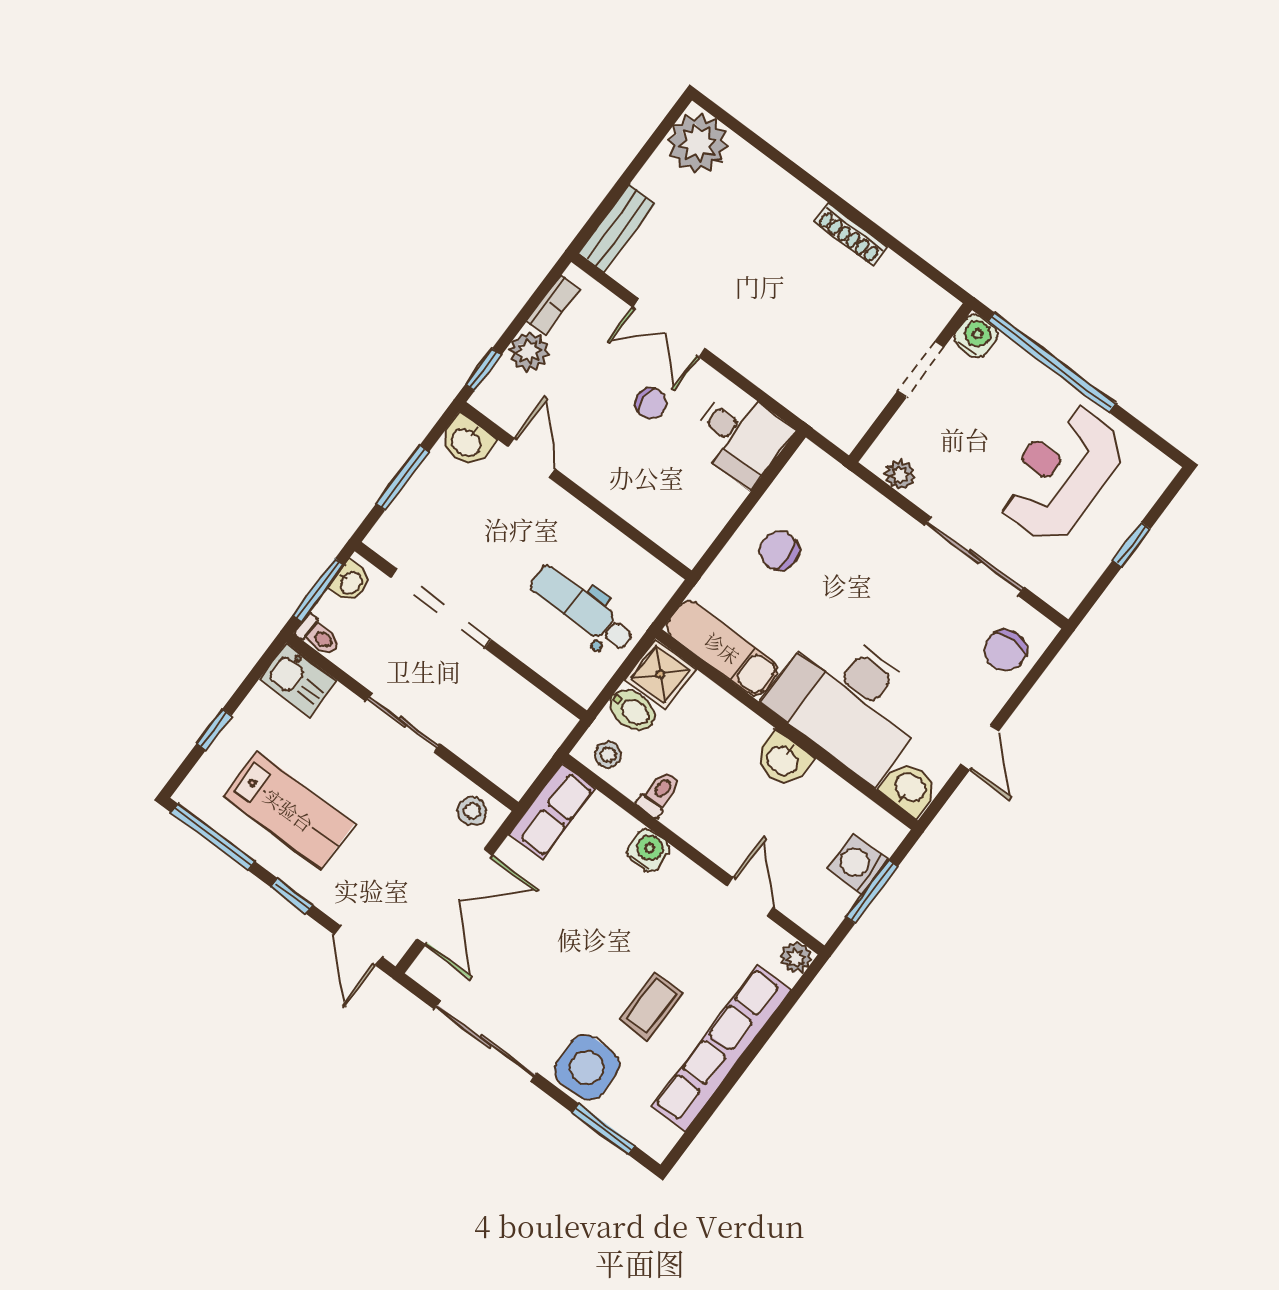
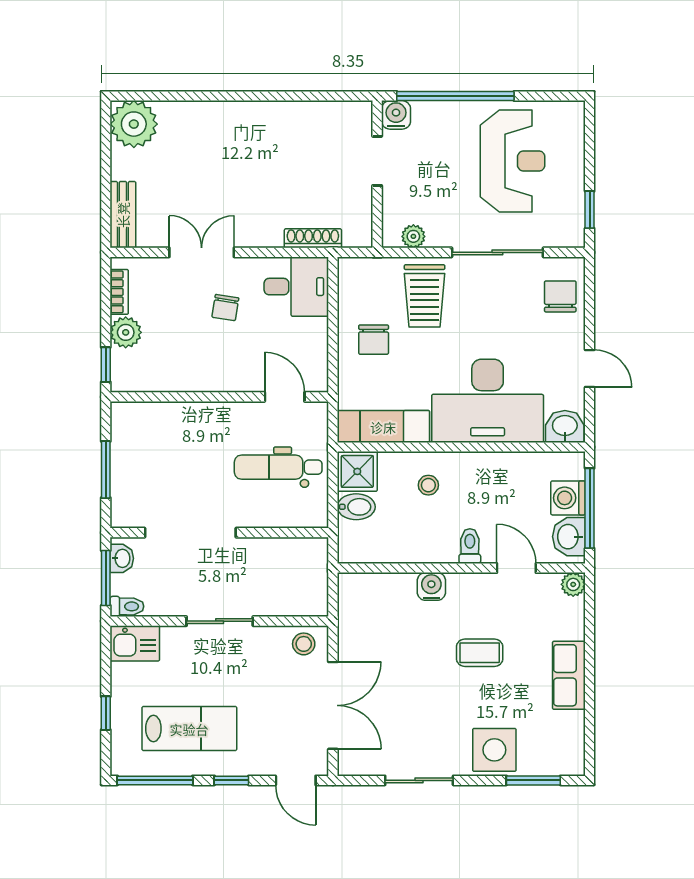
shoe rack: (850, 235) -> (313, 238), moved, turned 180
double door: (669, 328) -> (202, 252), swing flipped
chair: (651, 403) -> (225, 308), turned 99
washbasin: (467, 442) -> (129, 417), removed
door: (531, 458) -> (285, 397), moved
reception desk: (1061, 474) -> (513, 161), turned 180
trolley: (866, 545) -> (425, 296), added
window: (1131, 545) -> (590, 210), moved
chair: (779, 551) -> (374, 340), turned -90
chair: (1005, 650) -> (560, 296), turned 180
stool: (608, 755) -> (428, 485), moved
washbasin: (783, 760) -> (569, 537), moved, turned 90
toilet: (659, 793) -> (470, 546), moved
row of seats: (552, 812) -> (354, 607), removed
window: (872, 892) -> (590, 508), width x1.44
coffee table: (651, 1006) -> (480, 653), moved, turned 90
sliding door: (486, 1041) -> (419, 780), width x0.73
row of seats: (721, 1048) -> (569, 675), width x0.50

